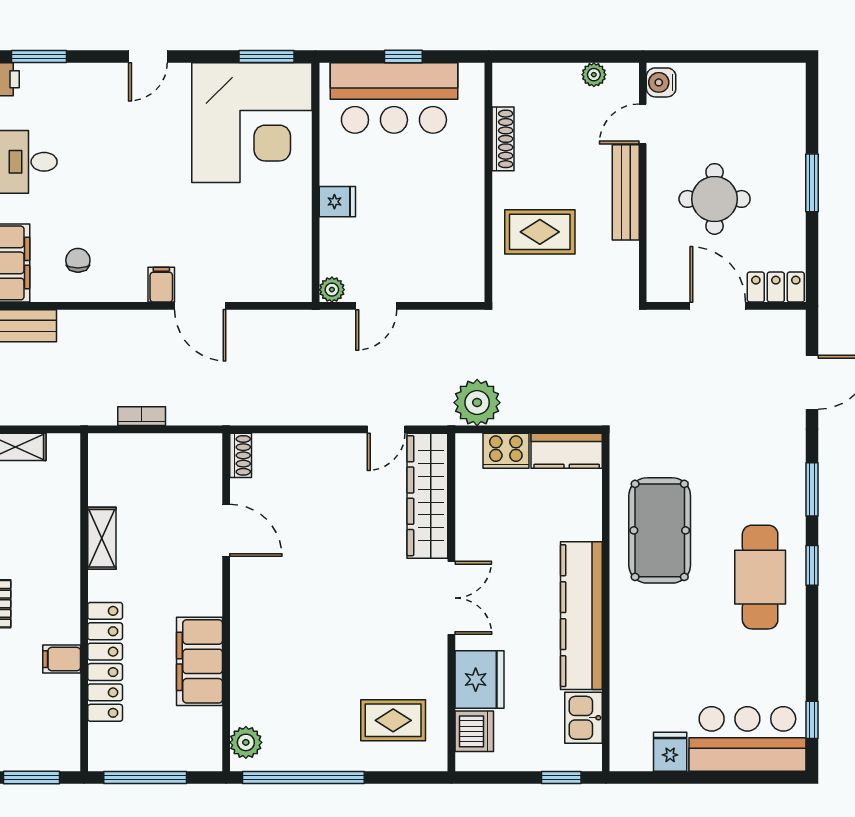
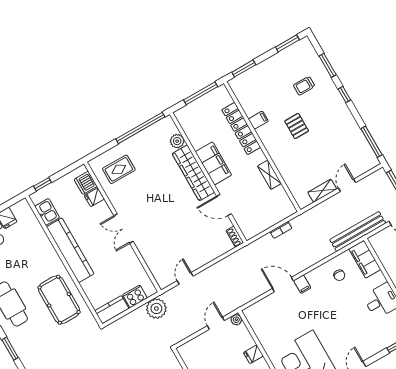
wardrobe: (427, 496) -> (193, 173), moved, turned 180
filing cabinet: (199, 661) -> (213, 163), moved
fridge: (480, 680) -> (94, 197), width x0.53, depth x0.75
plant: (246, 742) -> (177, 141), moved

